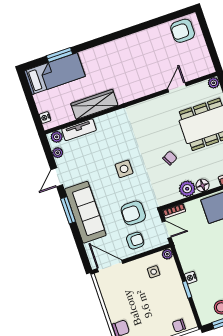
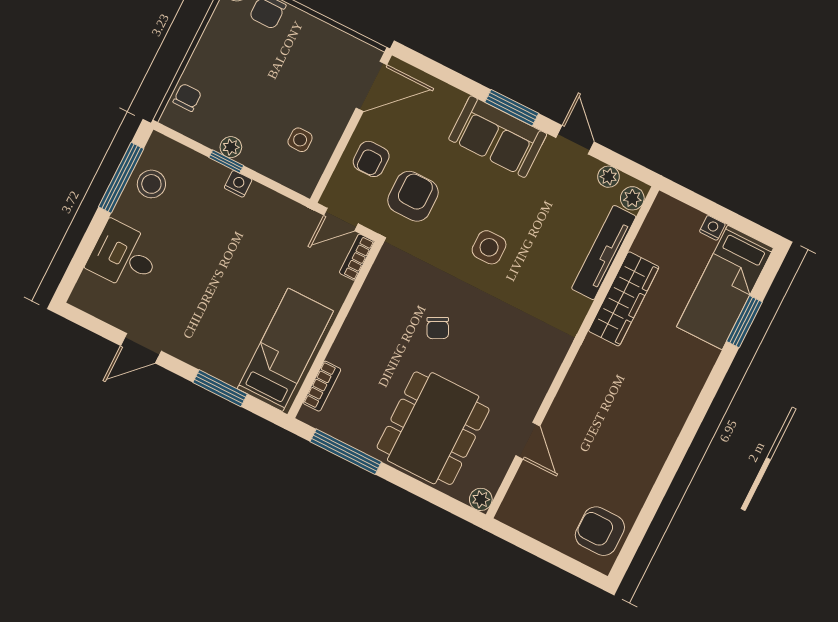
armchair: (183, 31) -> (600, 531), turned -90
nightstand: (45, 118) -> (712, 228), moved
tv unit: (79, 130) -> (604, 253), width x1.41
floor lamp: (203, 185) -> (352, 335), removed
plant: (187, 189) -> (369, 308), removed
sofa: (85, 212) -> (498, 137), width x0.73
plant: (167, 254) -> (231, 147), moved

